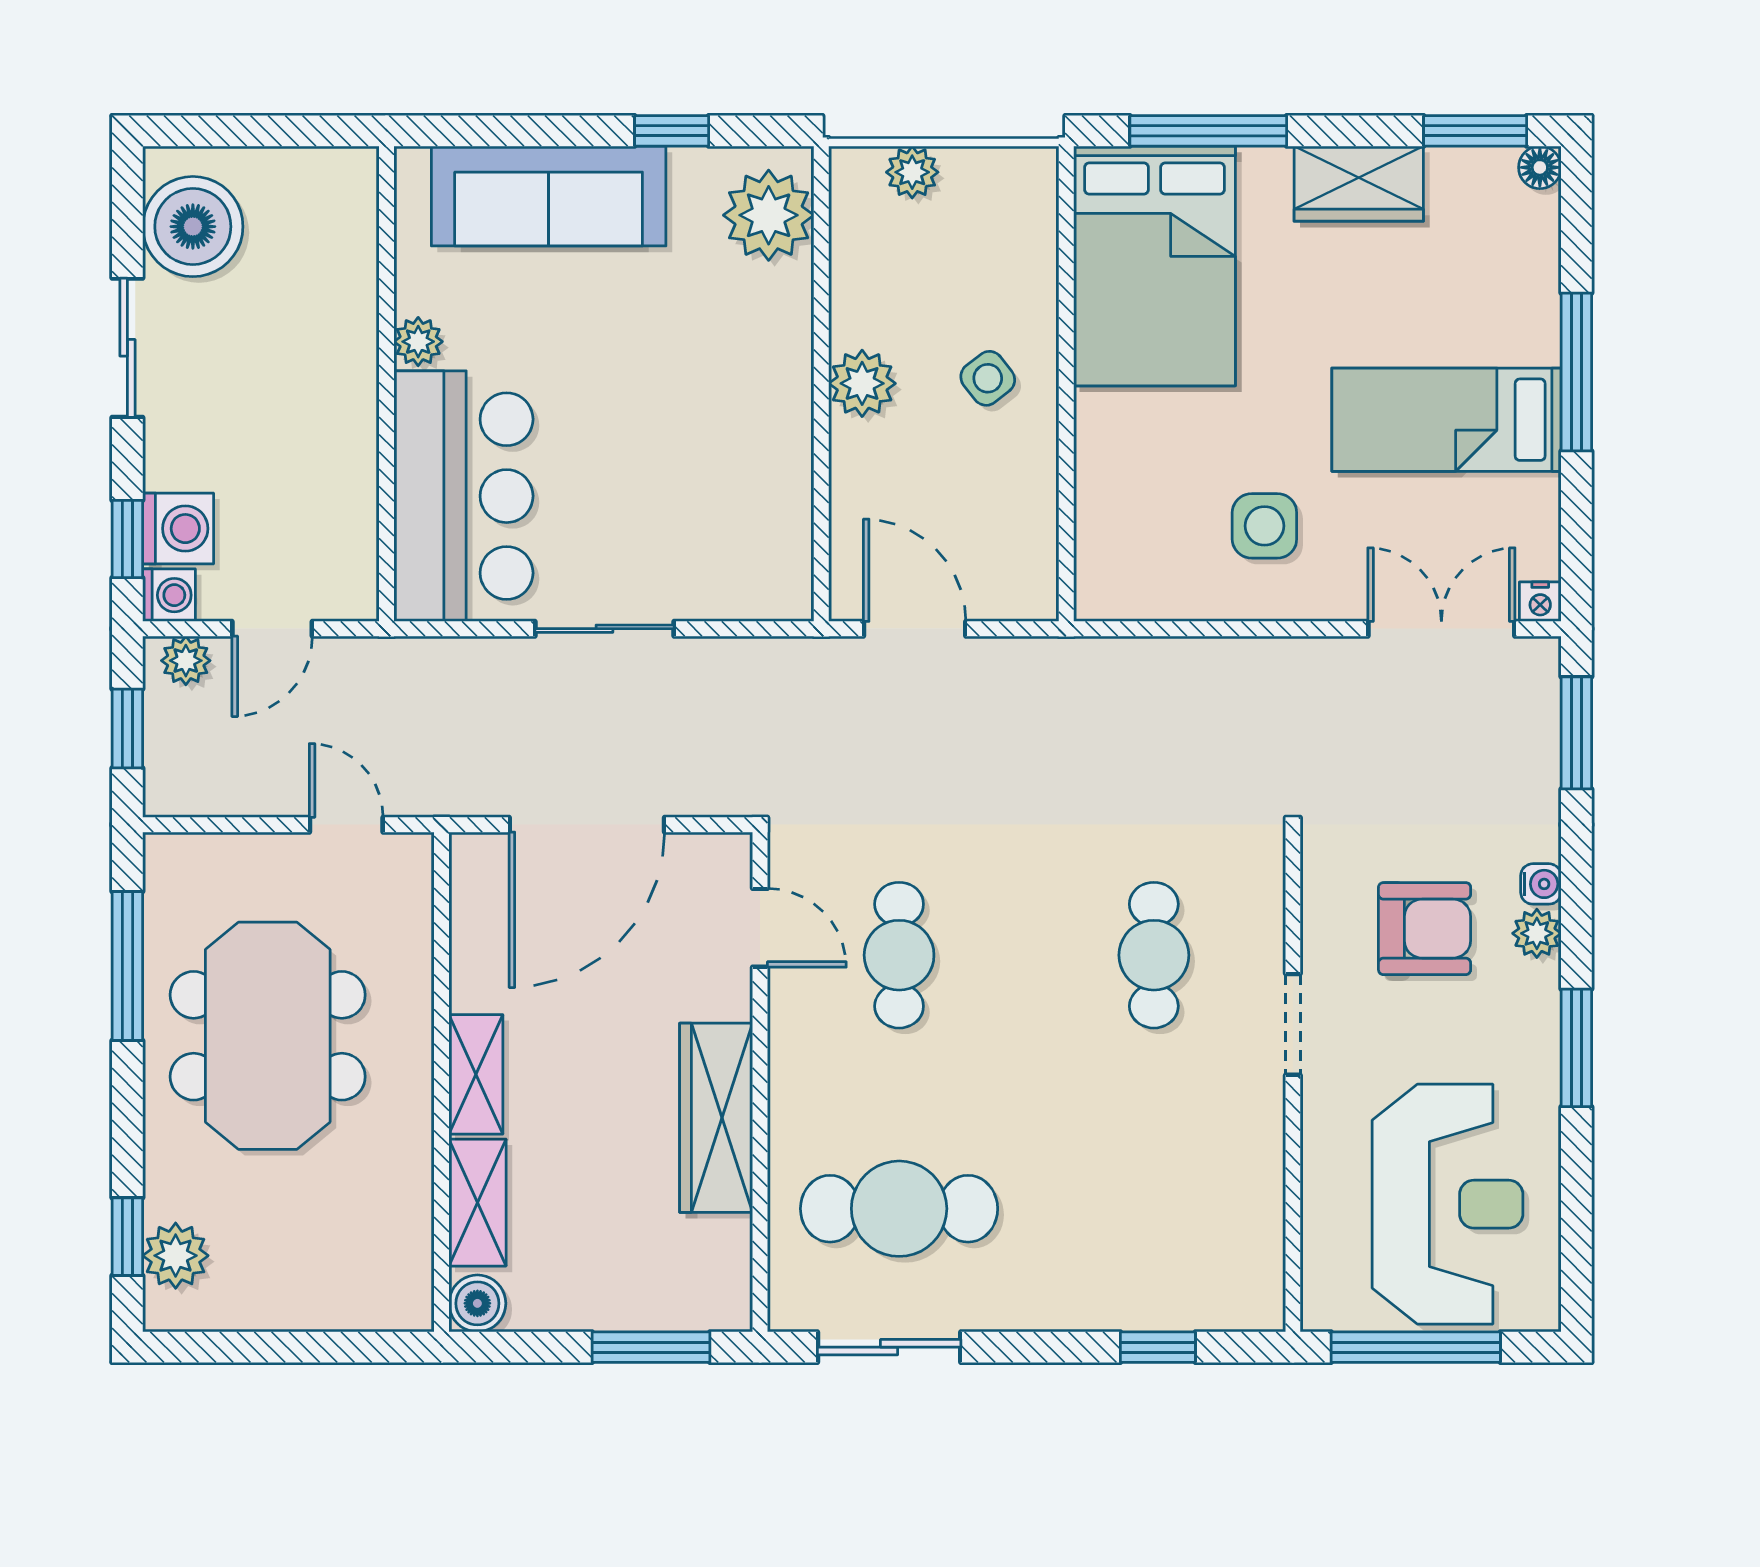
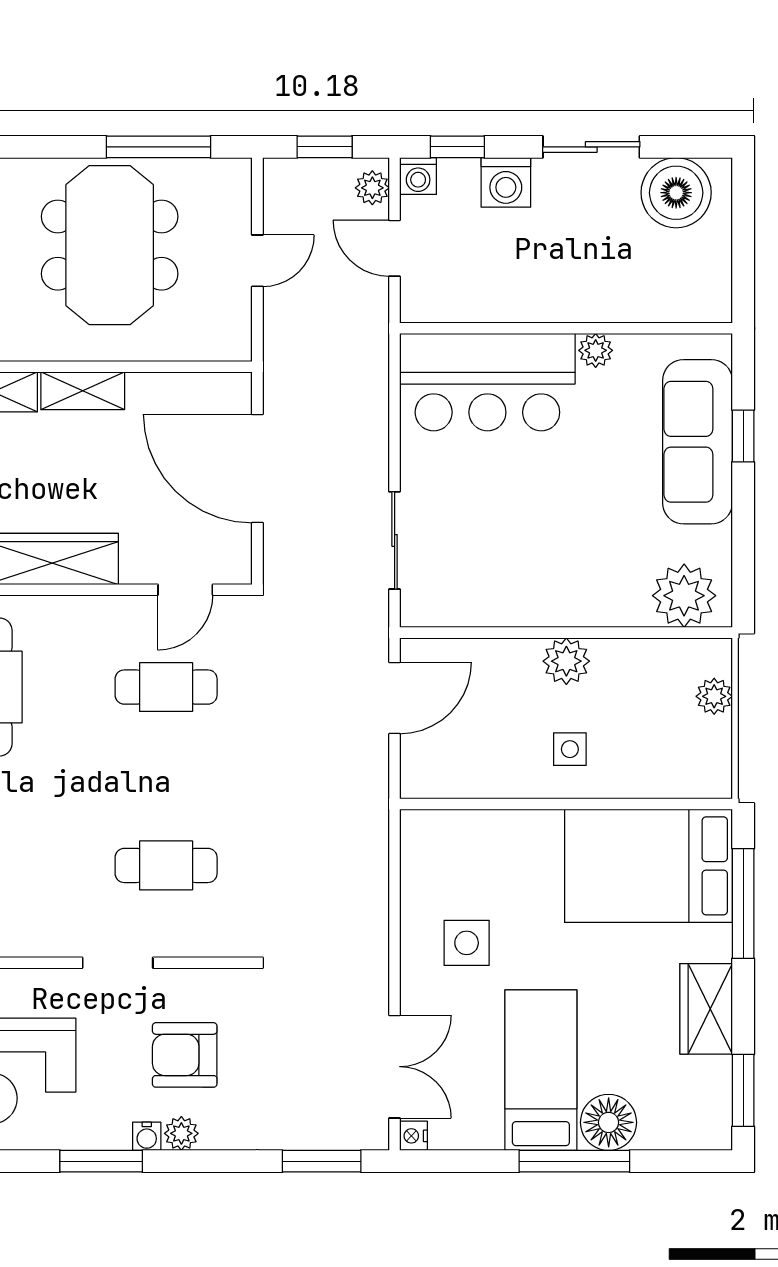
window: (672, 131) -> (743, 436), moved
floor lamp: (1540, 167) -> (609, 1122), moved, width x1.89, depth x1.89
side table: (988, 378) -> (570, 749), turned 38
washing machine: (178, 529) -> (506, 182), moved
sliding door: (604, 629) -> (395, 540), moved
door: (346, 825) -> (257, 261), moved
water cooler: (1541, 884) -> (147, 1136), moved
armchair: (1425, 929) -> (185, 1055), turned 90
meeting table: (268, 1036) -> (110, 245), turned 90

